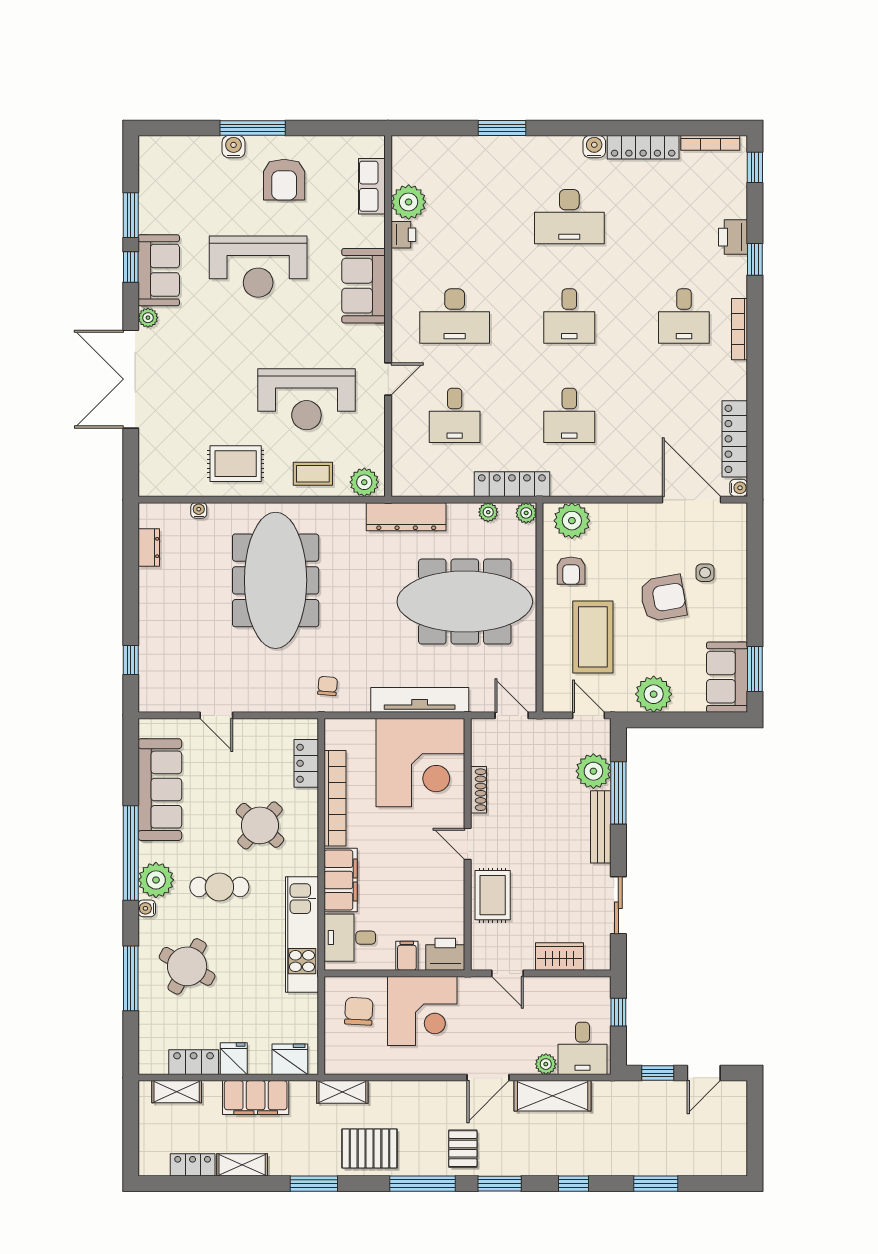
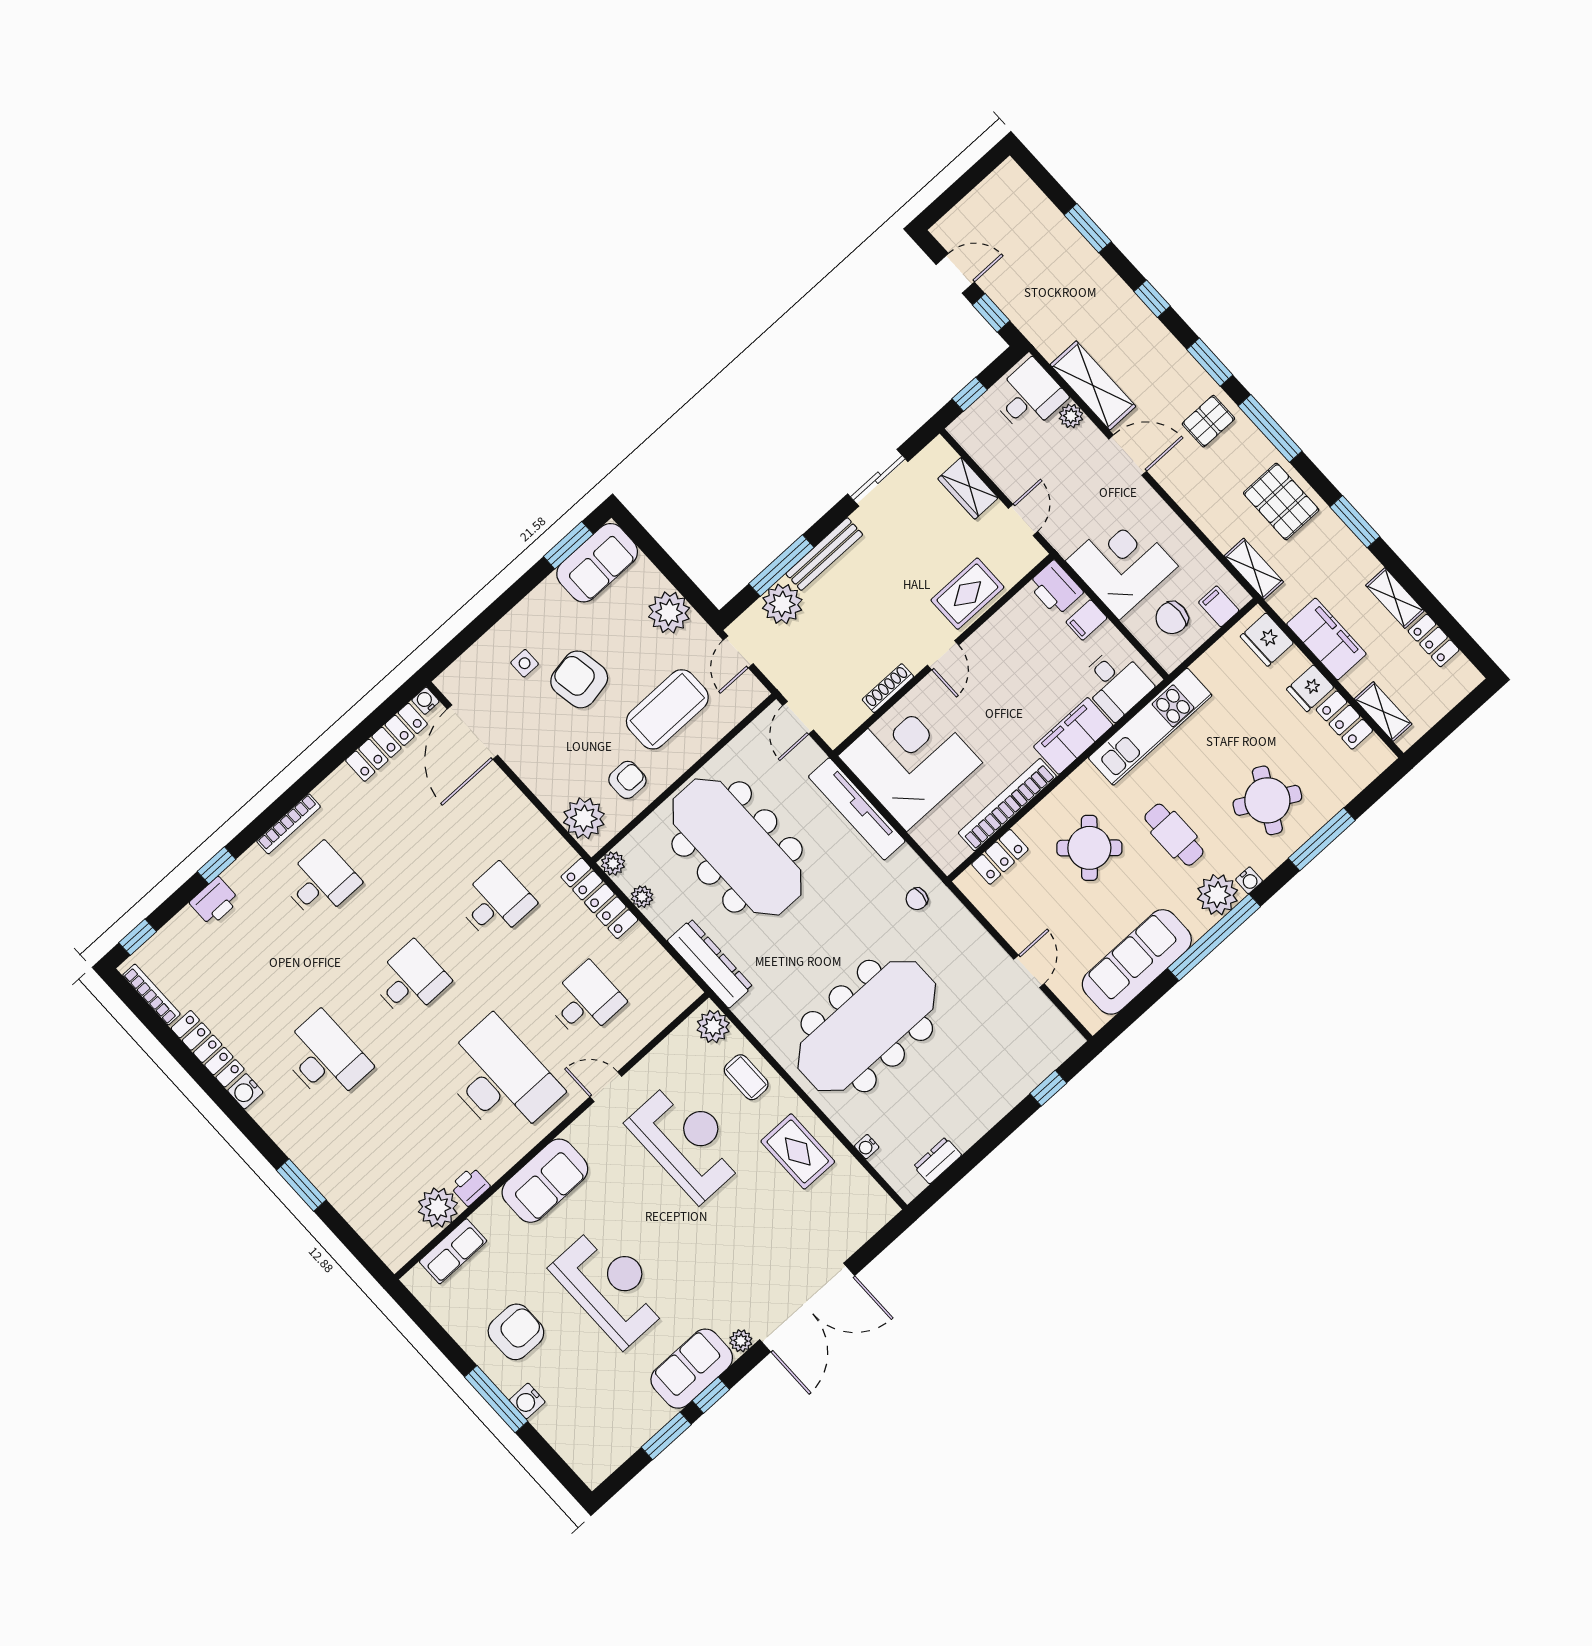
desk: (455, 316) -> (500, 1079), width x1.36, depth x1.30
filing cabinet: (339, 1048) -> (1219, 606), added

